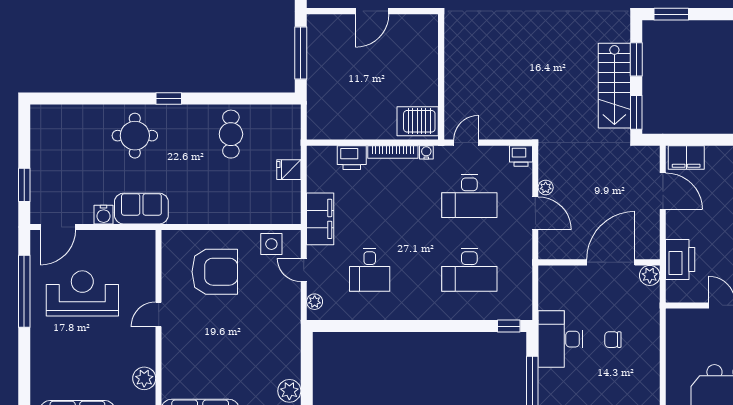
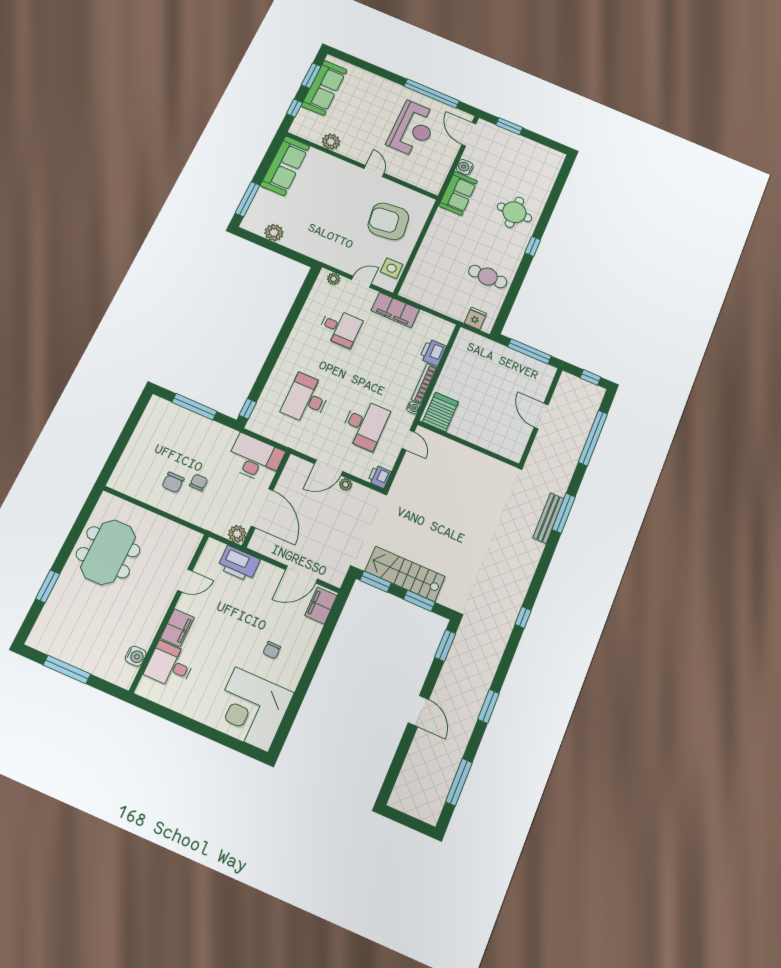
fridge: (289, 170) -> (475, 318), moved
desk: (469, 196) -> (365, 424), turned 180
desk: (370, 270) -> (340, 328), turned 180
armchair: (215, 272) -> (388, 221), turned 83
desk: (561, 339) -> (255, 459), moved
chair: (625, 366) -> (173, 482), added

